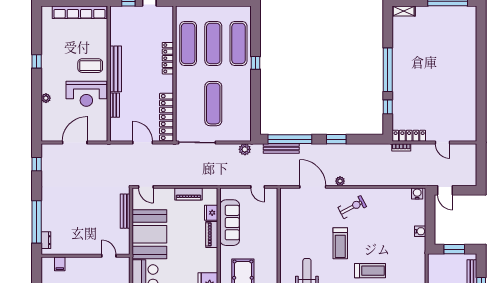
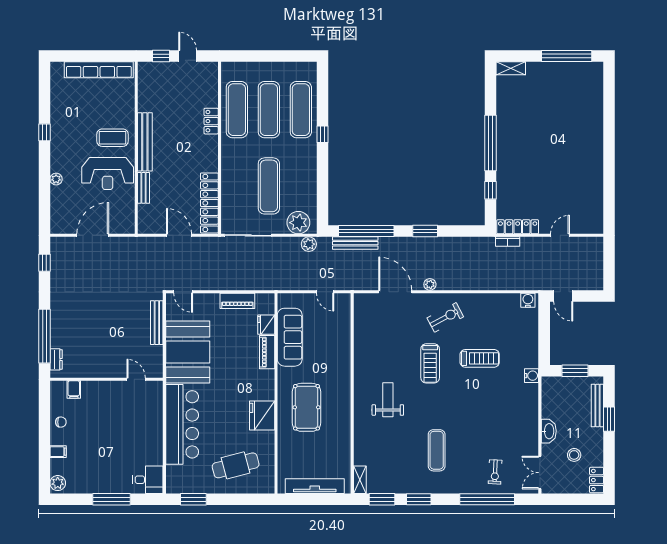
locker: (168, 58) -> (211, 121), width x0.66
plant: (237, 132) -> (298, 223), added
door: (442, 142) -> (560, 235), swing flipped
water cooler: (420, 231) -> (531, 376), moved
treadmill: (370, 271) -> (480, 358), moved

